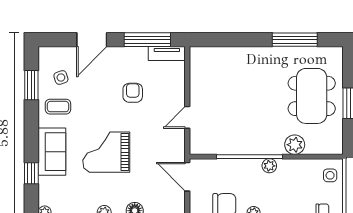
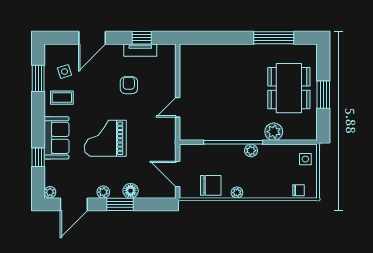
window: (147, 40) -> (142, 38), width x0.46
tv unit: (167, 54) -> (140, 50), moved
door: (187, 177) -> (178, 174), moved

